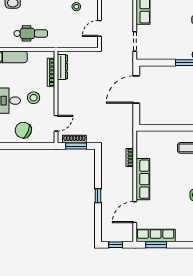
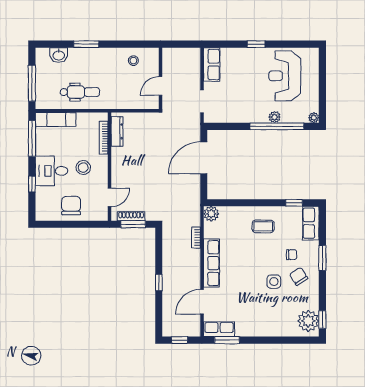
chair: (23, 130) -> (71, 206), turned 66
plant: (143, 137) -> (211, 214), added
row of seats: (156, 236) -> (219, 329), width x0.68

